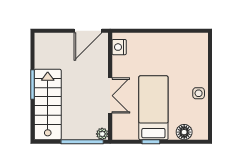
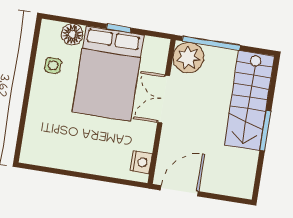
side table: (199, 93) -> (53, 65), moved
bed: (153, 108) -> (108, 73), width x1.50
plant: (102, 134) -> (188, 58), width x1.88, depth x1.88

